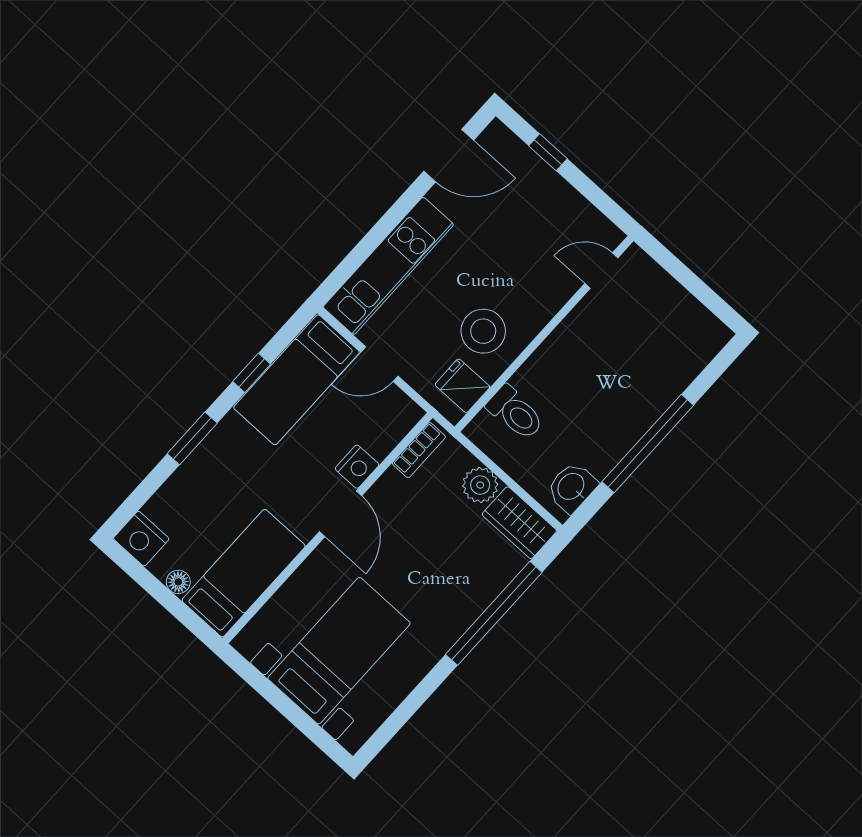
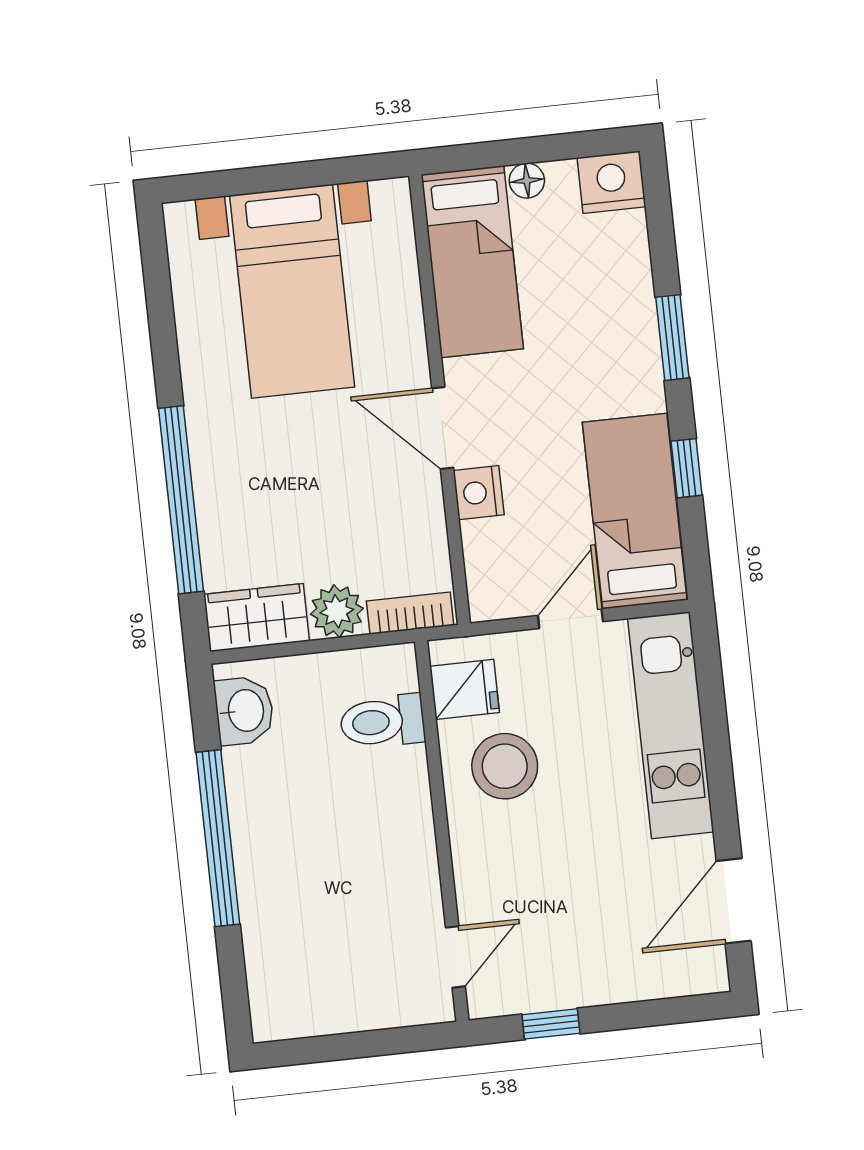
window: (548, 152) -> (551, 1024), moved
bookcase: (419, 450) -> (410, 613), moved, turned 90

